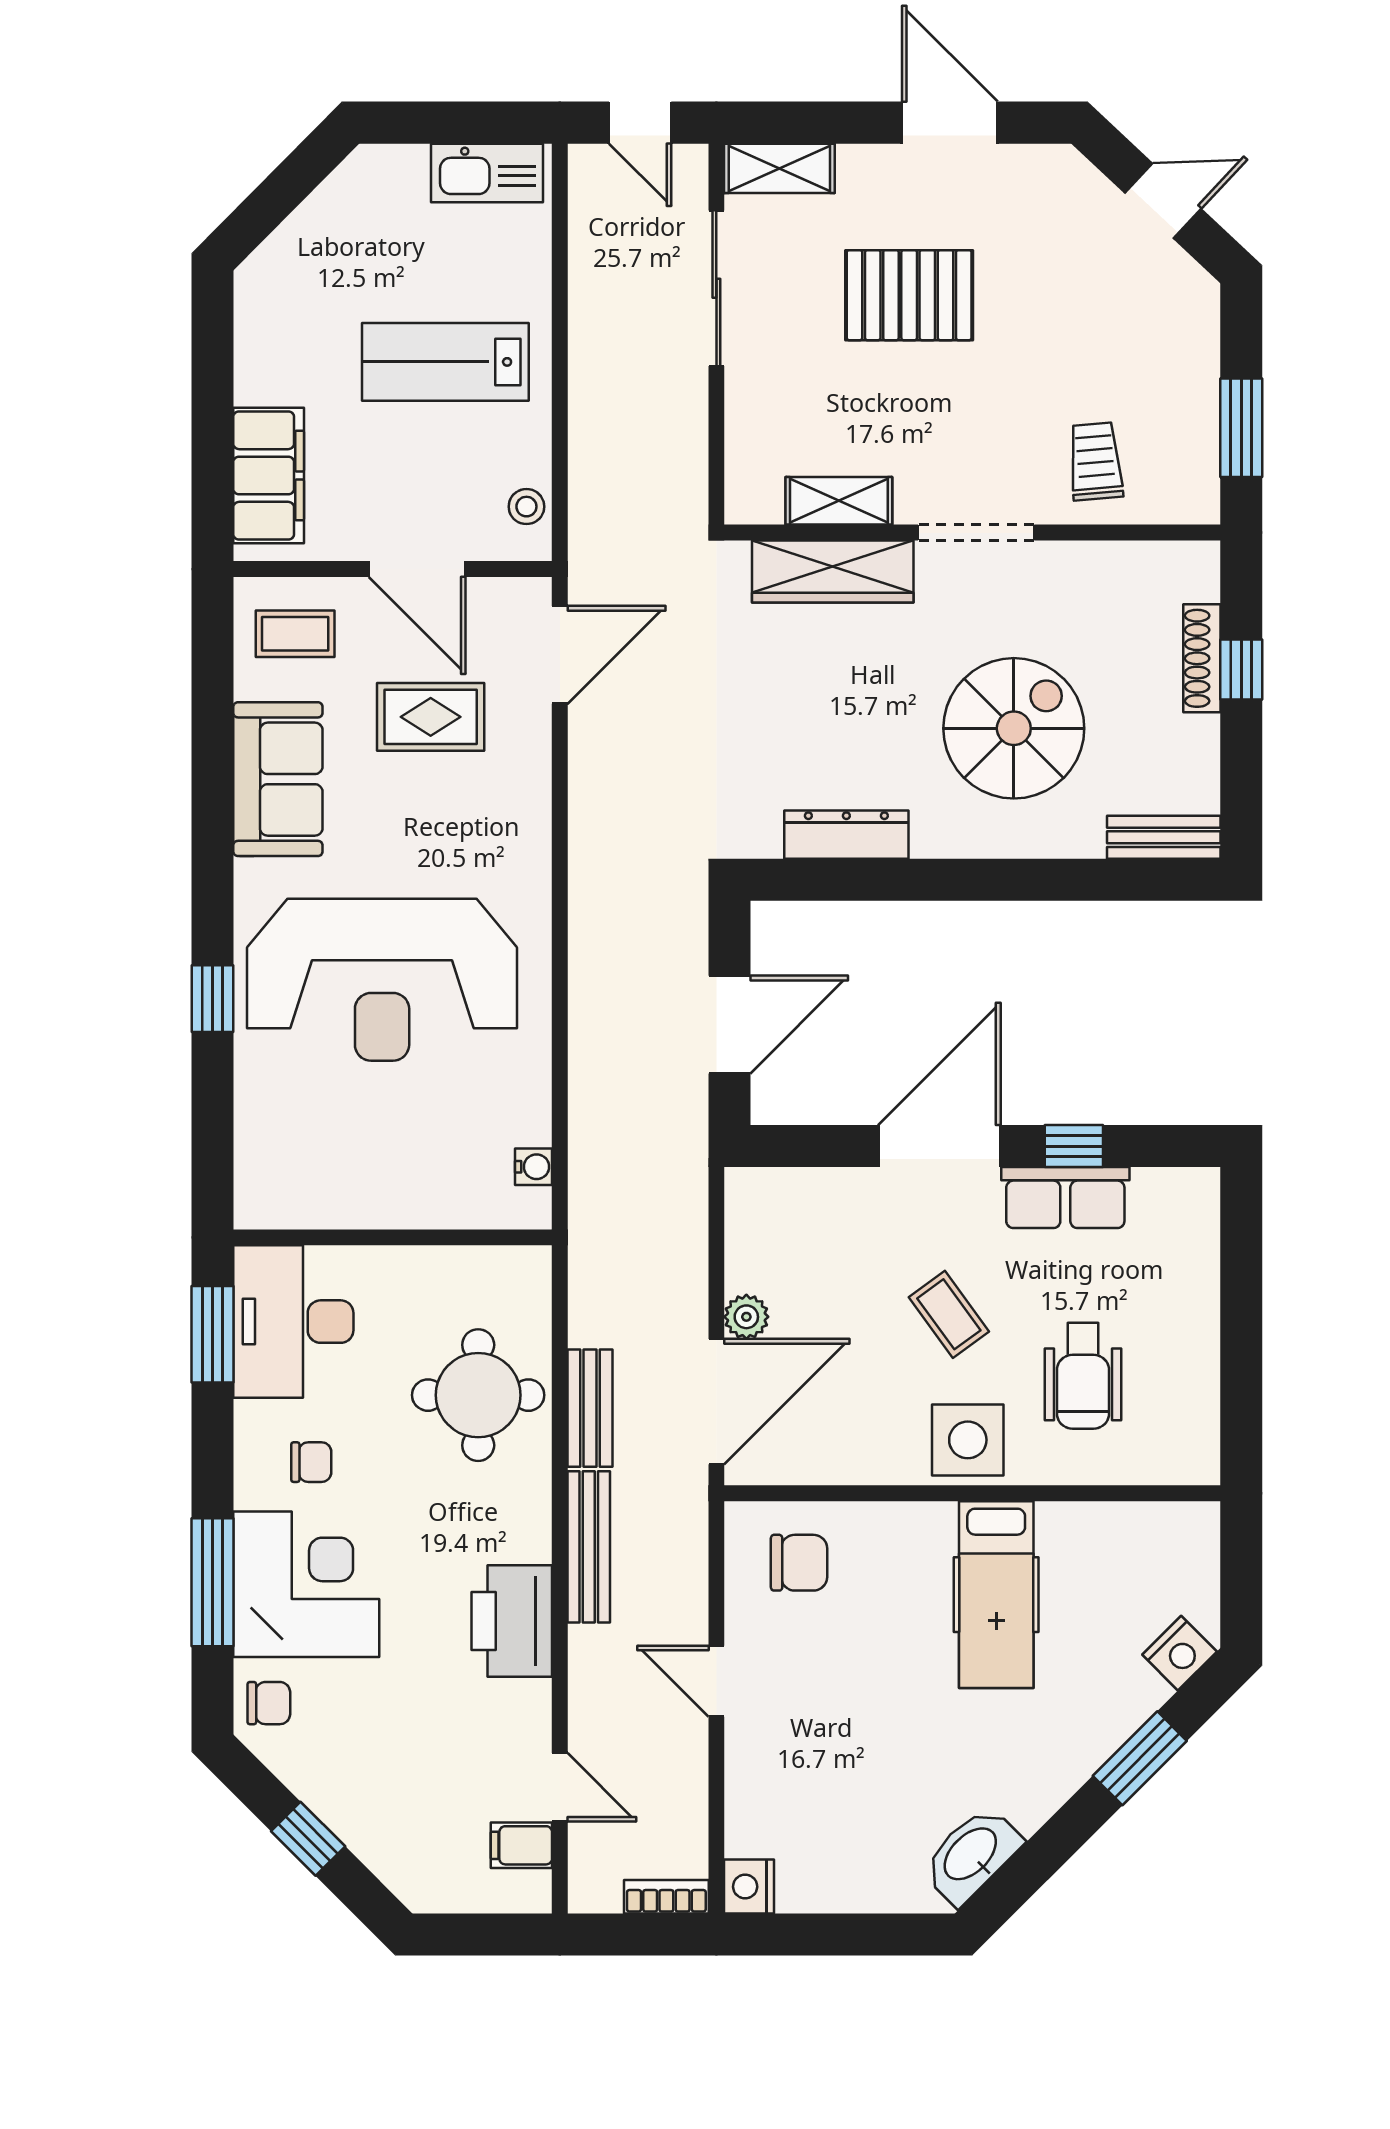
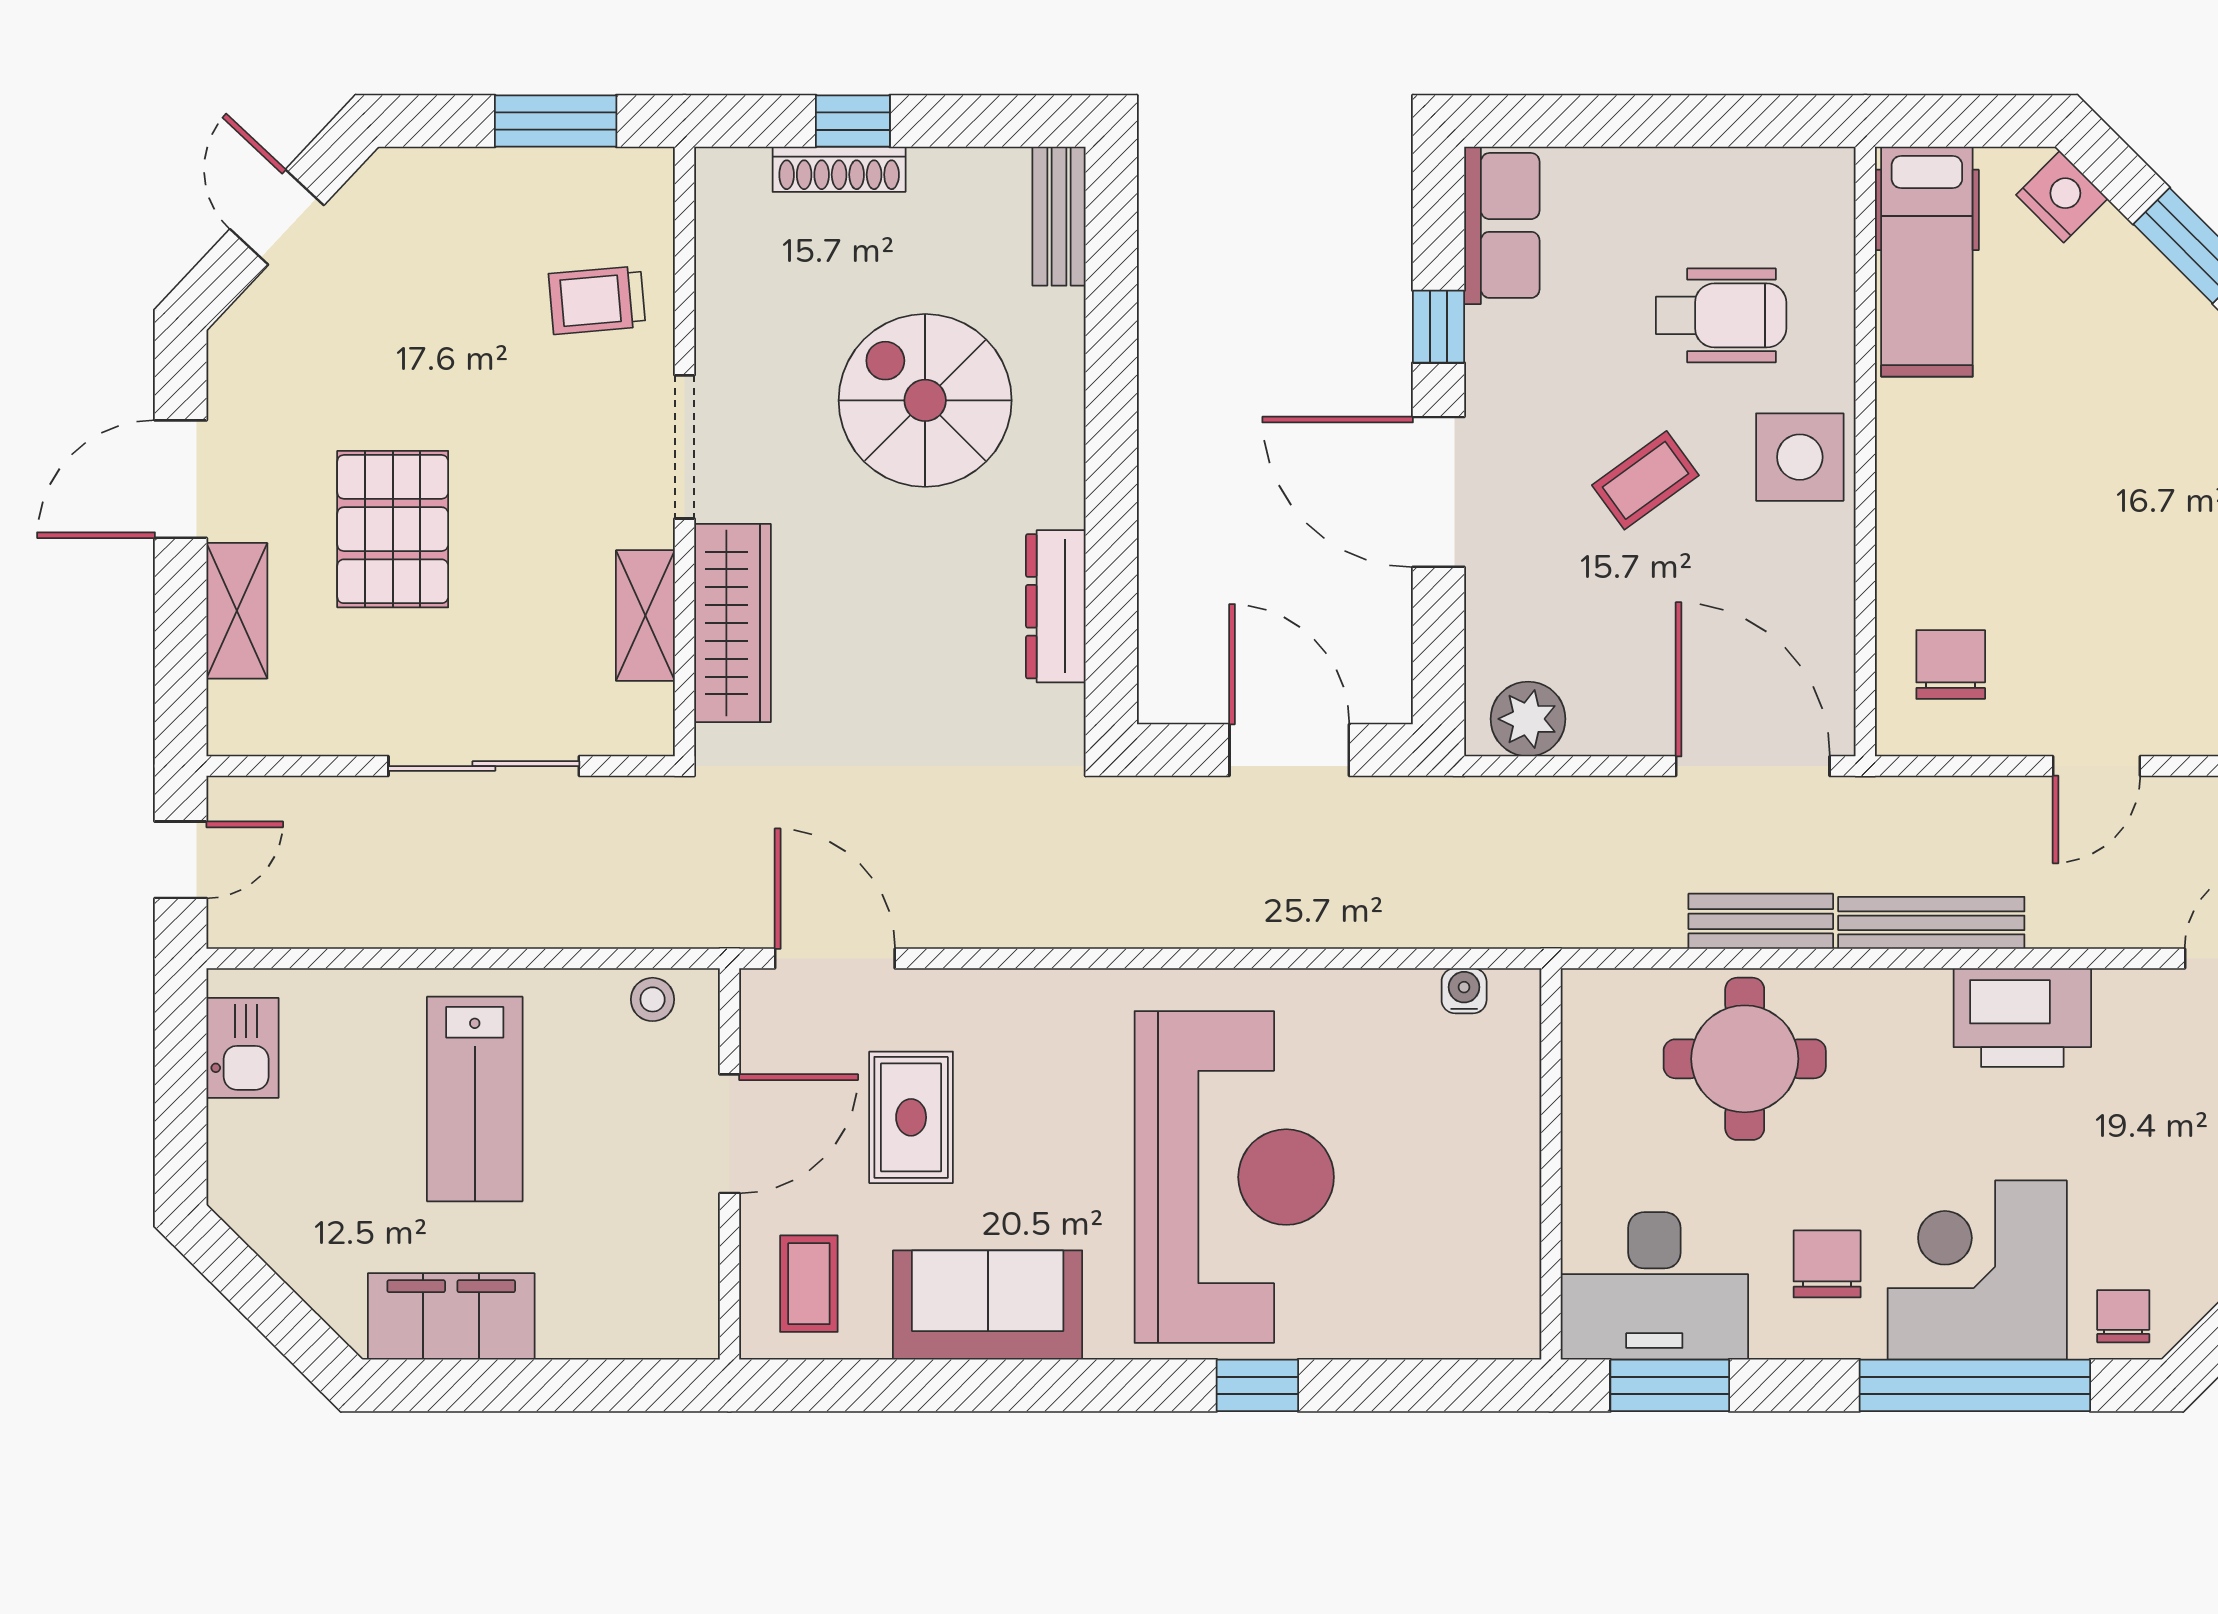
shelving: (779, 168) -> (237, 611), moved
kitchen sink: (487, 173) -> (243, 1048), width x0.73
sliding door: (716, 288) -> (484, 766), moved
filing cabinet: (269, 476) -> (451, 1316), moved
row of seats: (1065, 1198) -> (1502, 225), moved
plant: (746, 1317) -> (1528, 719), moved, width x1.38, depth x1.38
chair: (311, 1462) -> (1827, 1264), width x1.37, depth x1.37
window: (213, 1582) -> (1975, 1385), width x1.46
hospital bed: (996, 1595) -> (1927, 262), moved, turned 90

